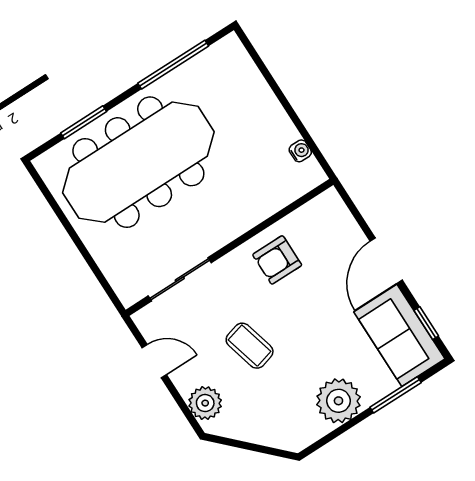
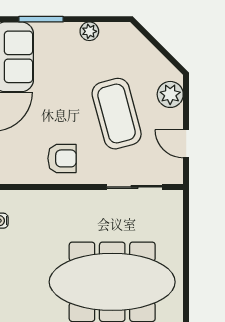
coffee table: (250, 346) -> (117, 114), width x1.86, depth x1.72
plant: (338, 401) -> (89, 31), width x0.53, depth x0.53

